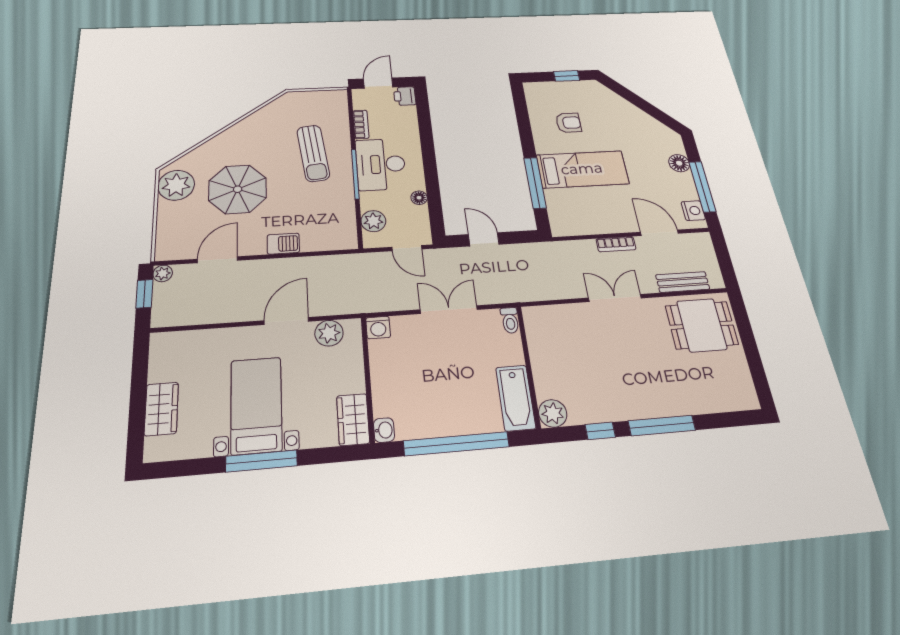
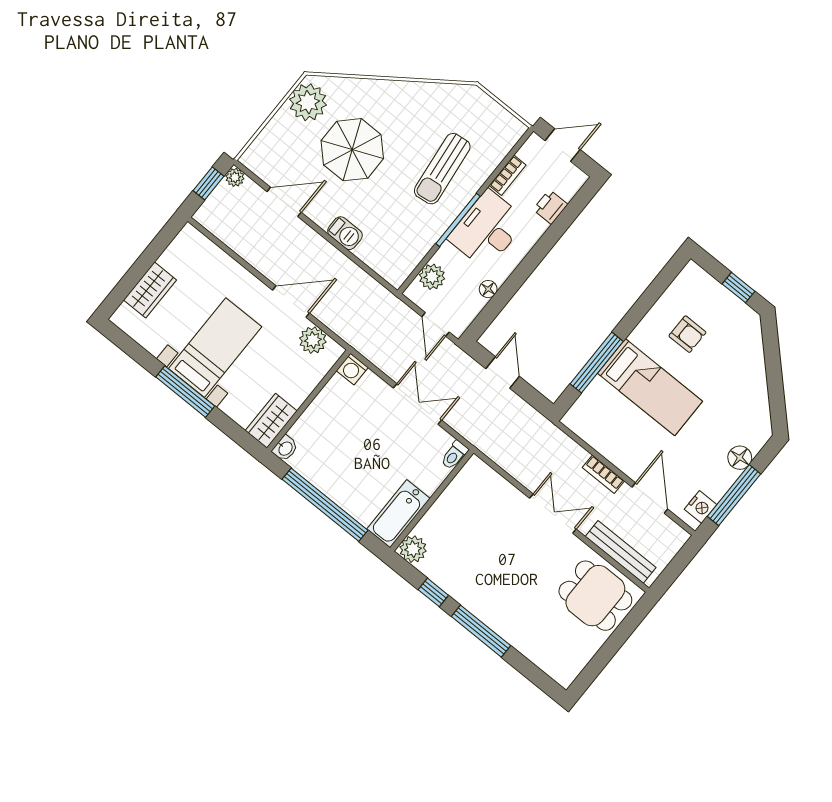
printer: (405, 96) -> (550, 207), moved
bench: (683, 282) -> (621, 552), width x1.36

